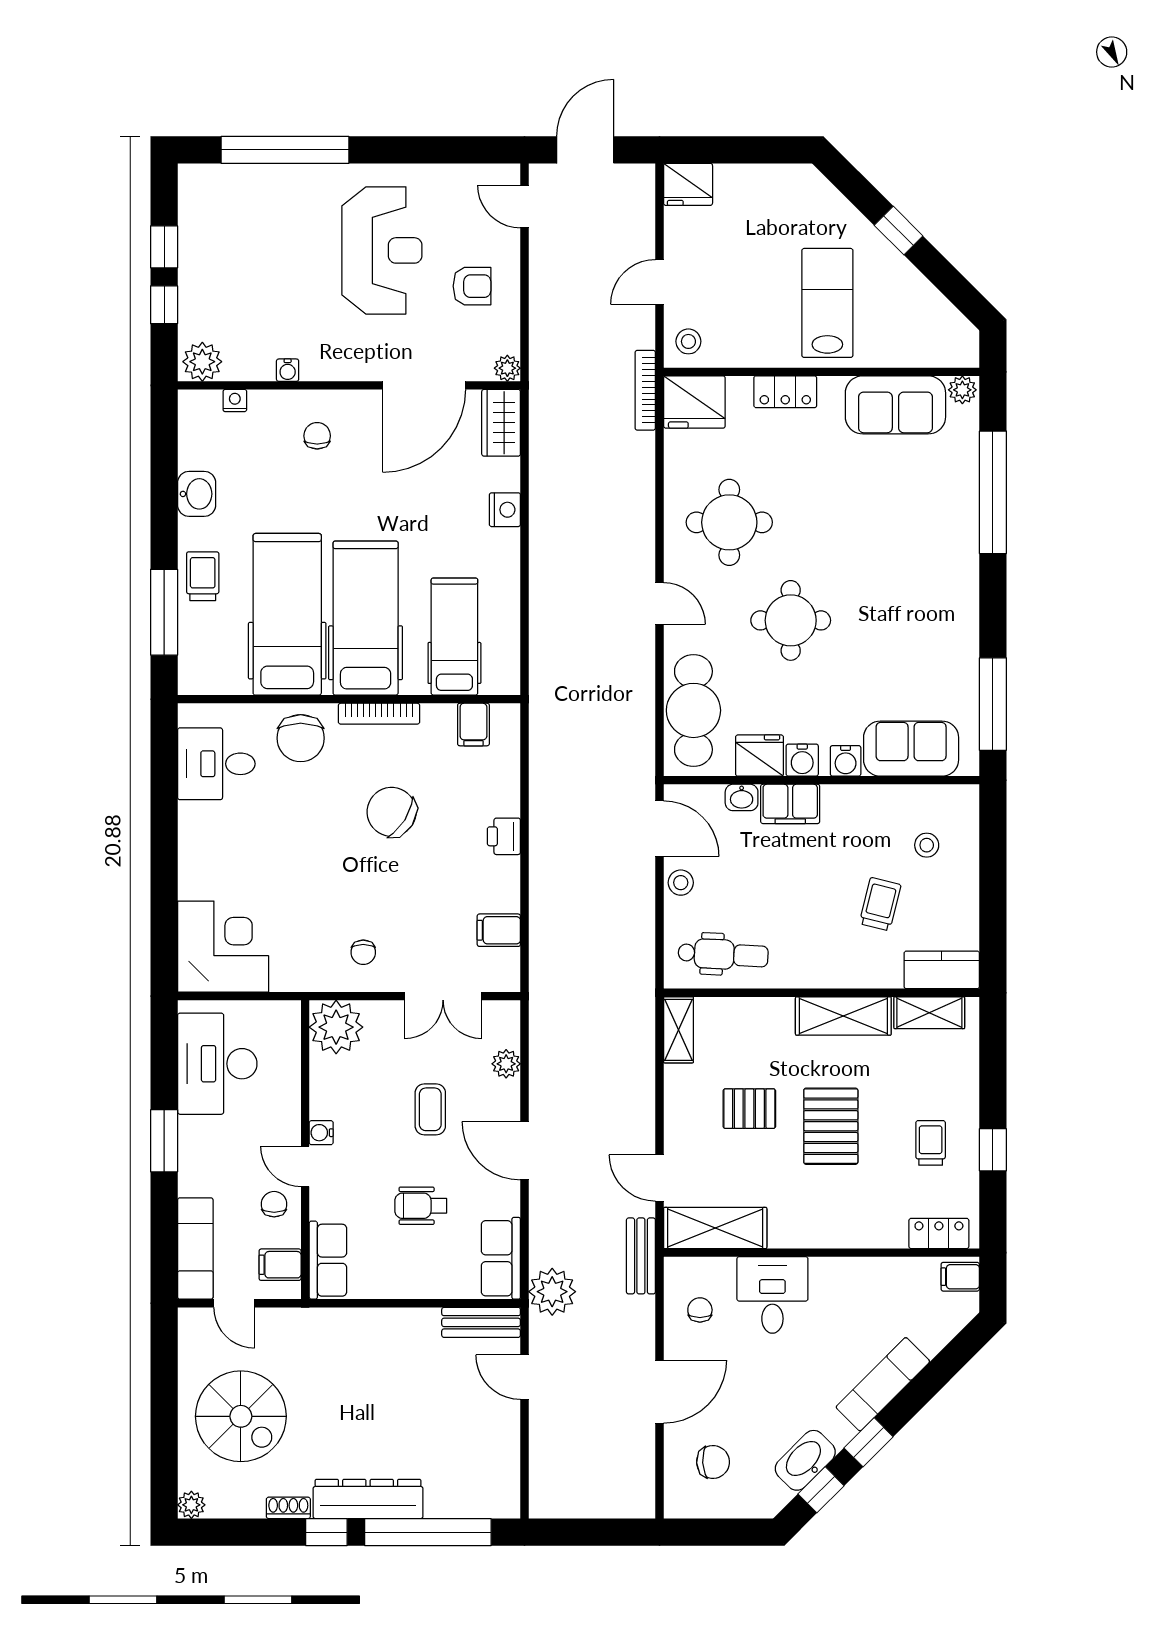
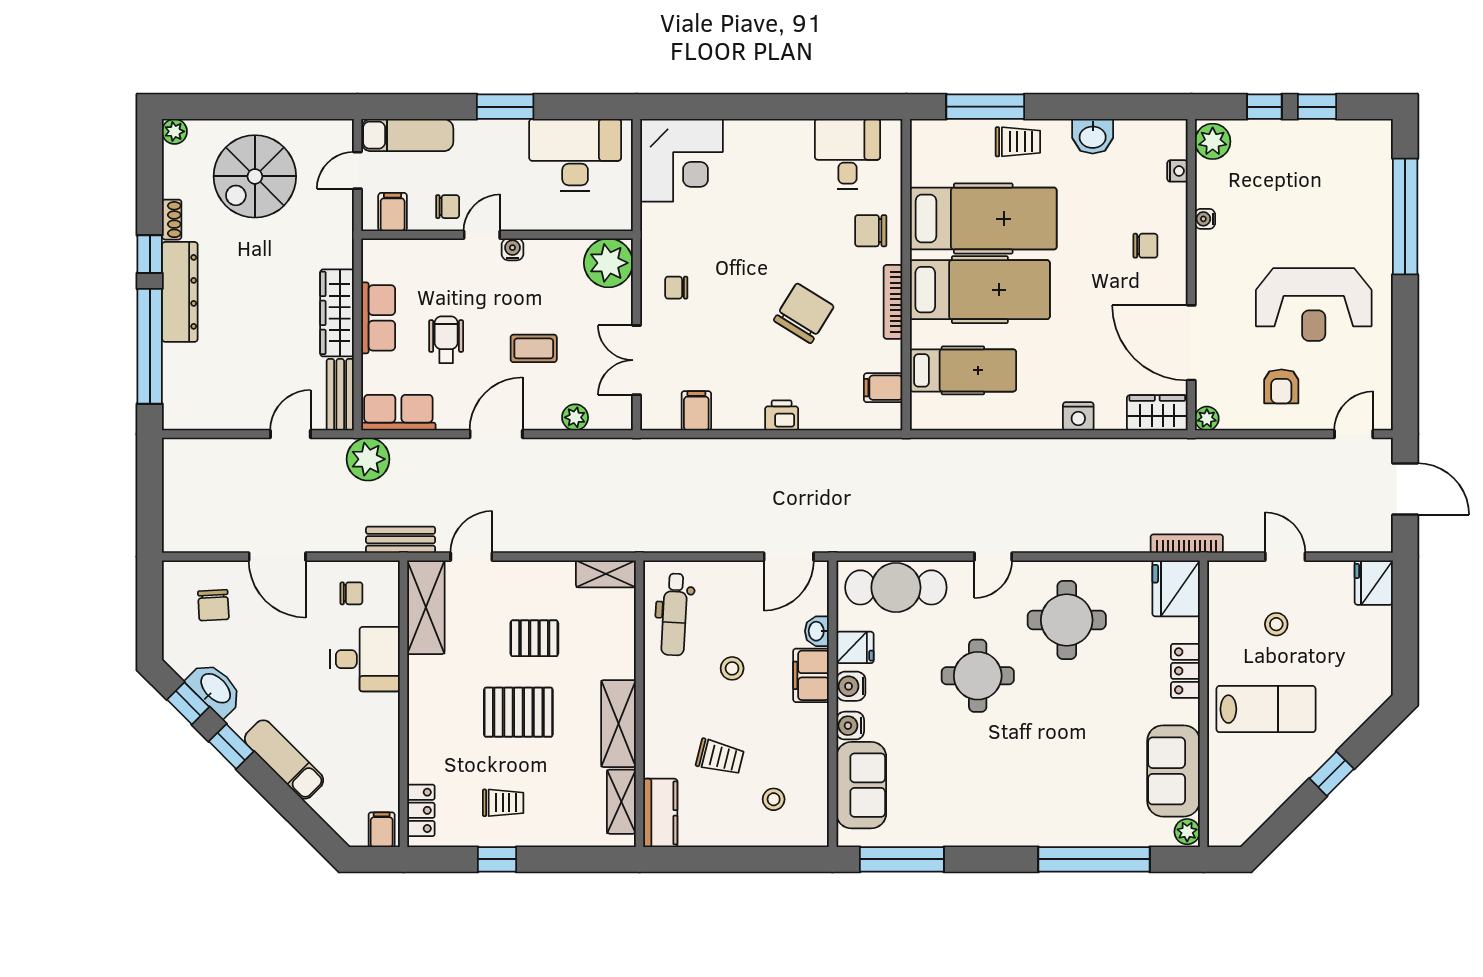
stool: (688, 341) -> (1276, 624), moved
chair: (301, 738) -> (871, 231), width x0.73, depth x0.73
fridge: (759, 756) -> (855, 647), width x0.72
stool: (681, 883) -> (732, 668), moved
pallet: (749, 1109) -> (534, 638), turned 90
row of seats: (328, 1260) -> (378, 318), moved, turned -90
wardrobe: (391, 1326) -> (337, 313), added

